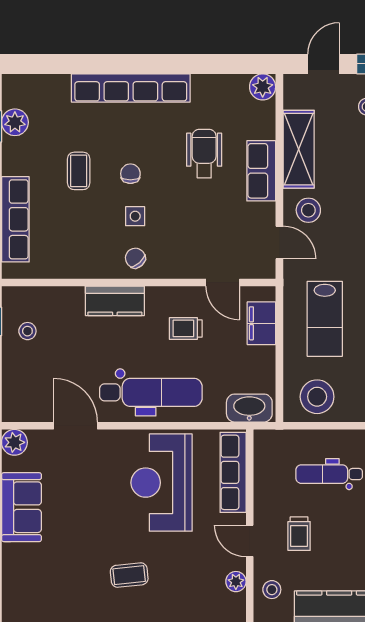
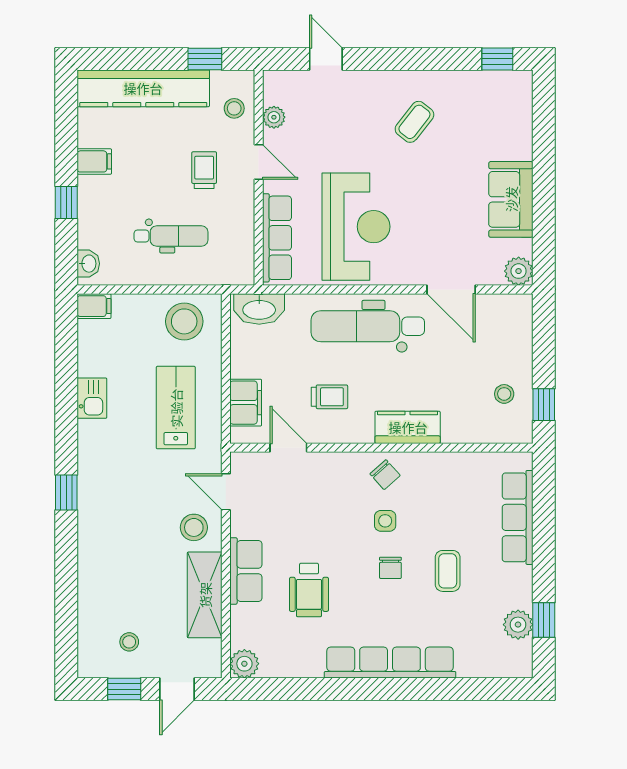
coffee table: (129, 575) -> (414, 122), moved, turned -46

